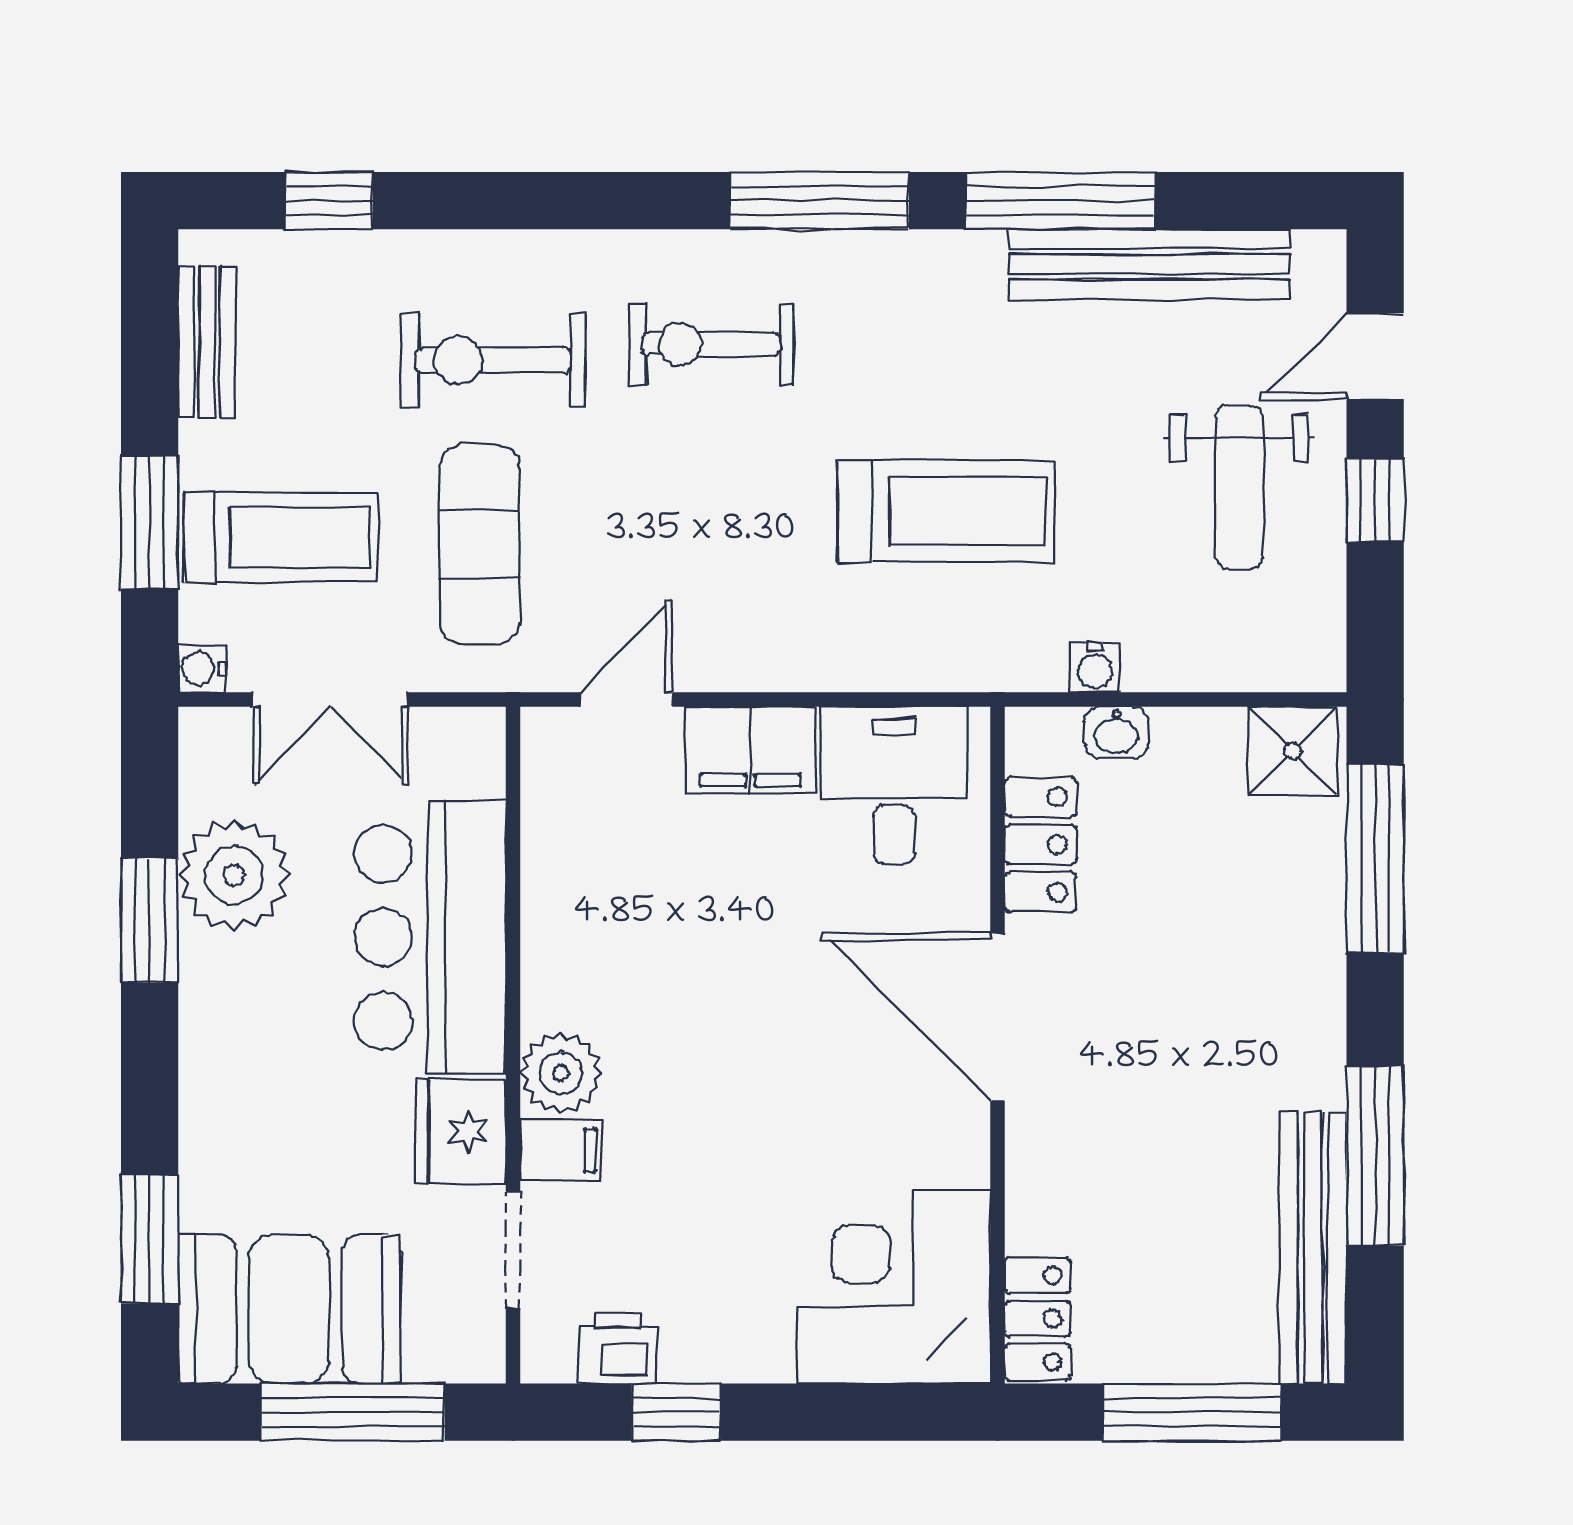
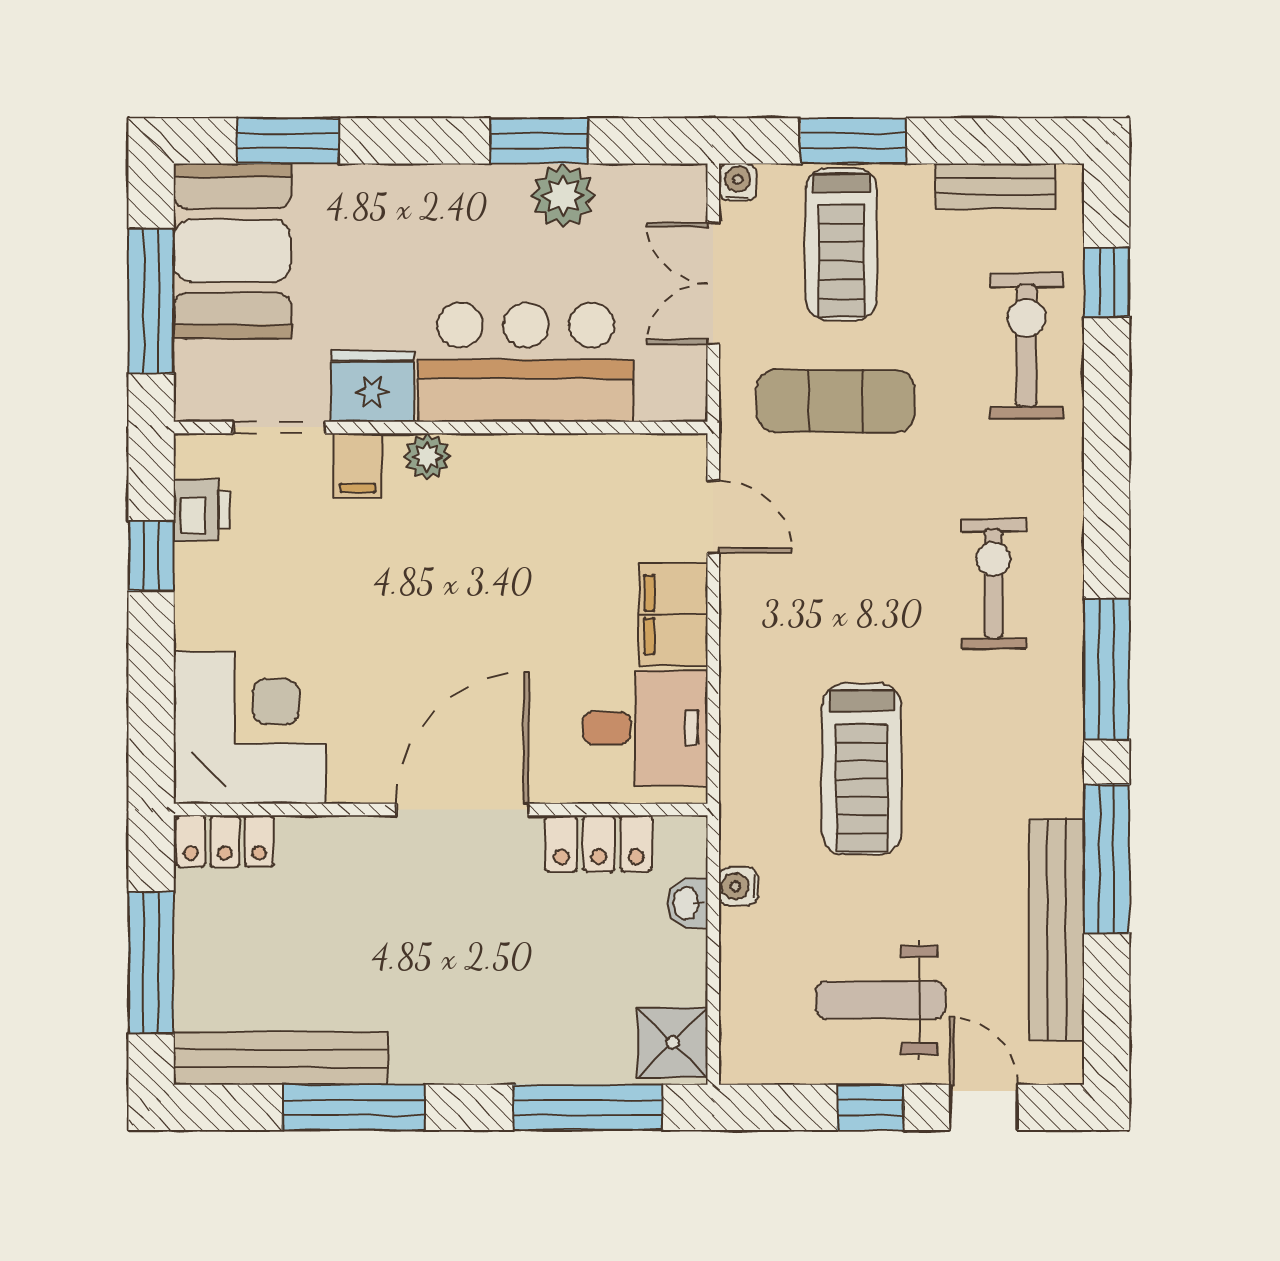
exercise bike: (493, 360) -> (1026, 346), moved
plant: (234, 875) -> (563, 196), width x0.73, depth x0.73
plant: (561, 1073) -> (427, 456), width x0.73, depth x0.73

